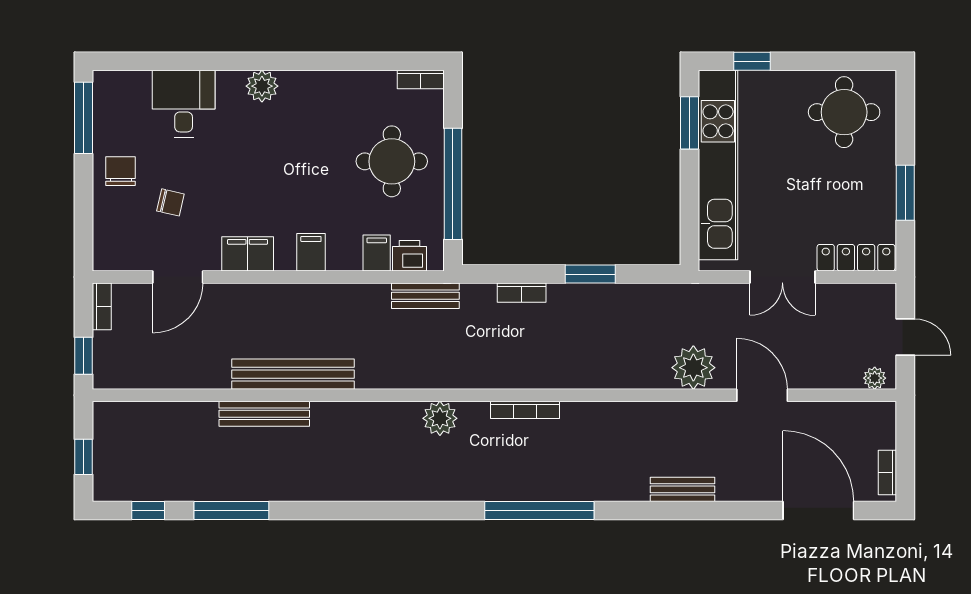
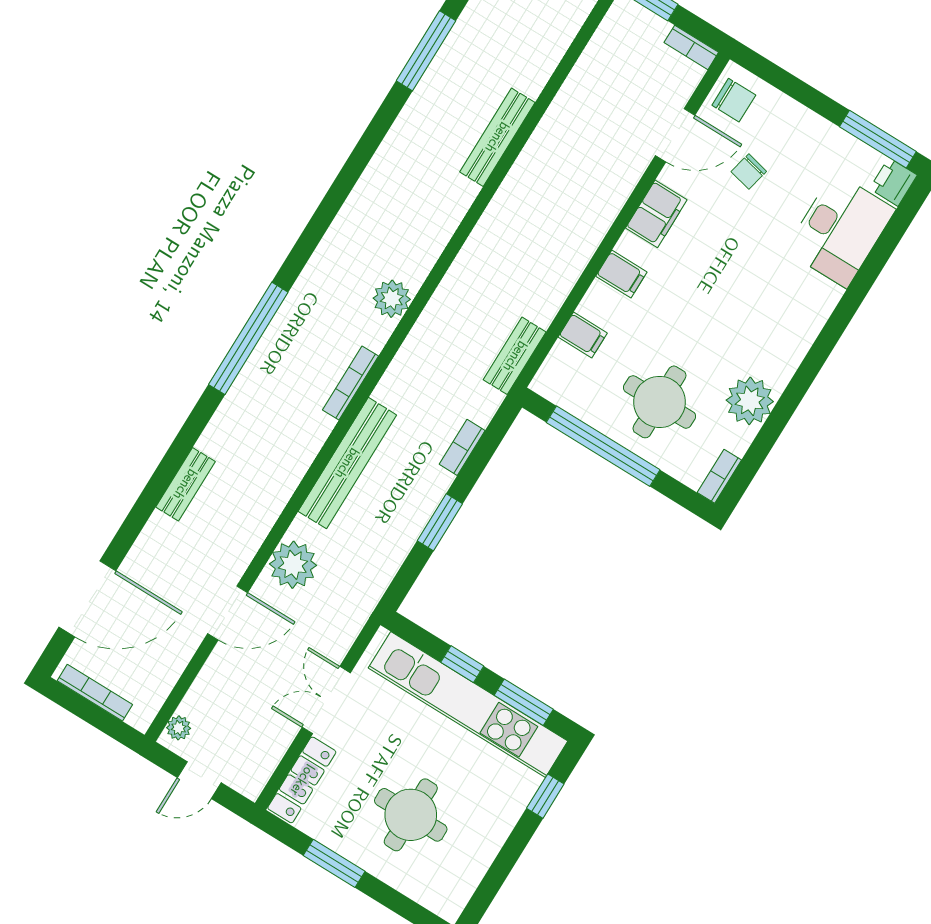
plant: (262, 86) -> (750, 401), moved, width x1.36, depth x1.36
desk: (184, 104) -> (840, 230), width x1.37
round table: (844, 112) -> (411, 815), moved
chair: (121, 171) -> (734, 100), moved
window: (689, 189) -> (462, 664), added
printer: (410, 256) -> (893, 182), moved, turned 180
door: (178, 277) -> (675, 135), swing flipped
bench: (293, 374) -> (347, 463), moved
bookcase: (887, 472) -> (95, 693), width x1.56

